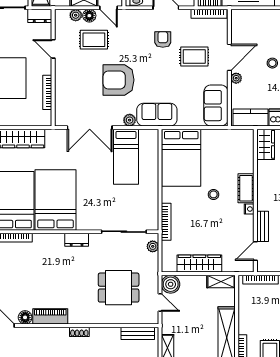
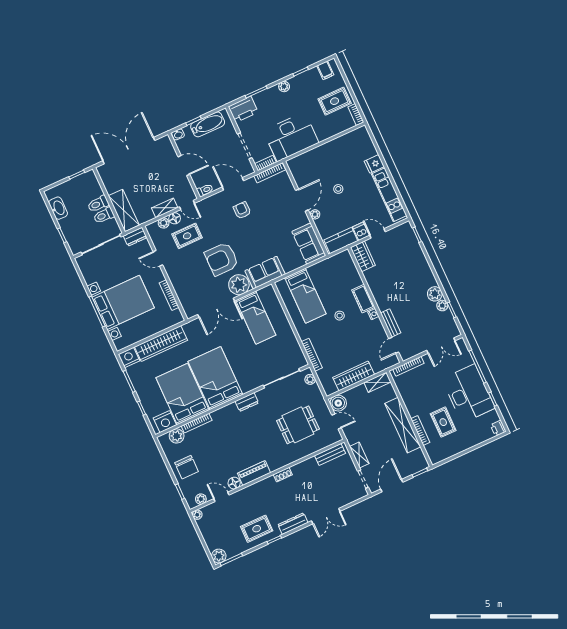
rug: (194, 57) -> (274, 212), removed
plant: (130, 120) -> (239, 285), width x1.88, depth x1.88
bed: (181, 158) -> (305, 296), width x0.67

